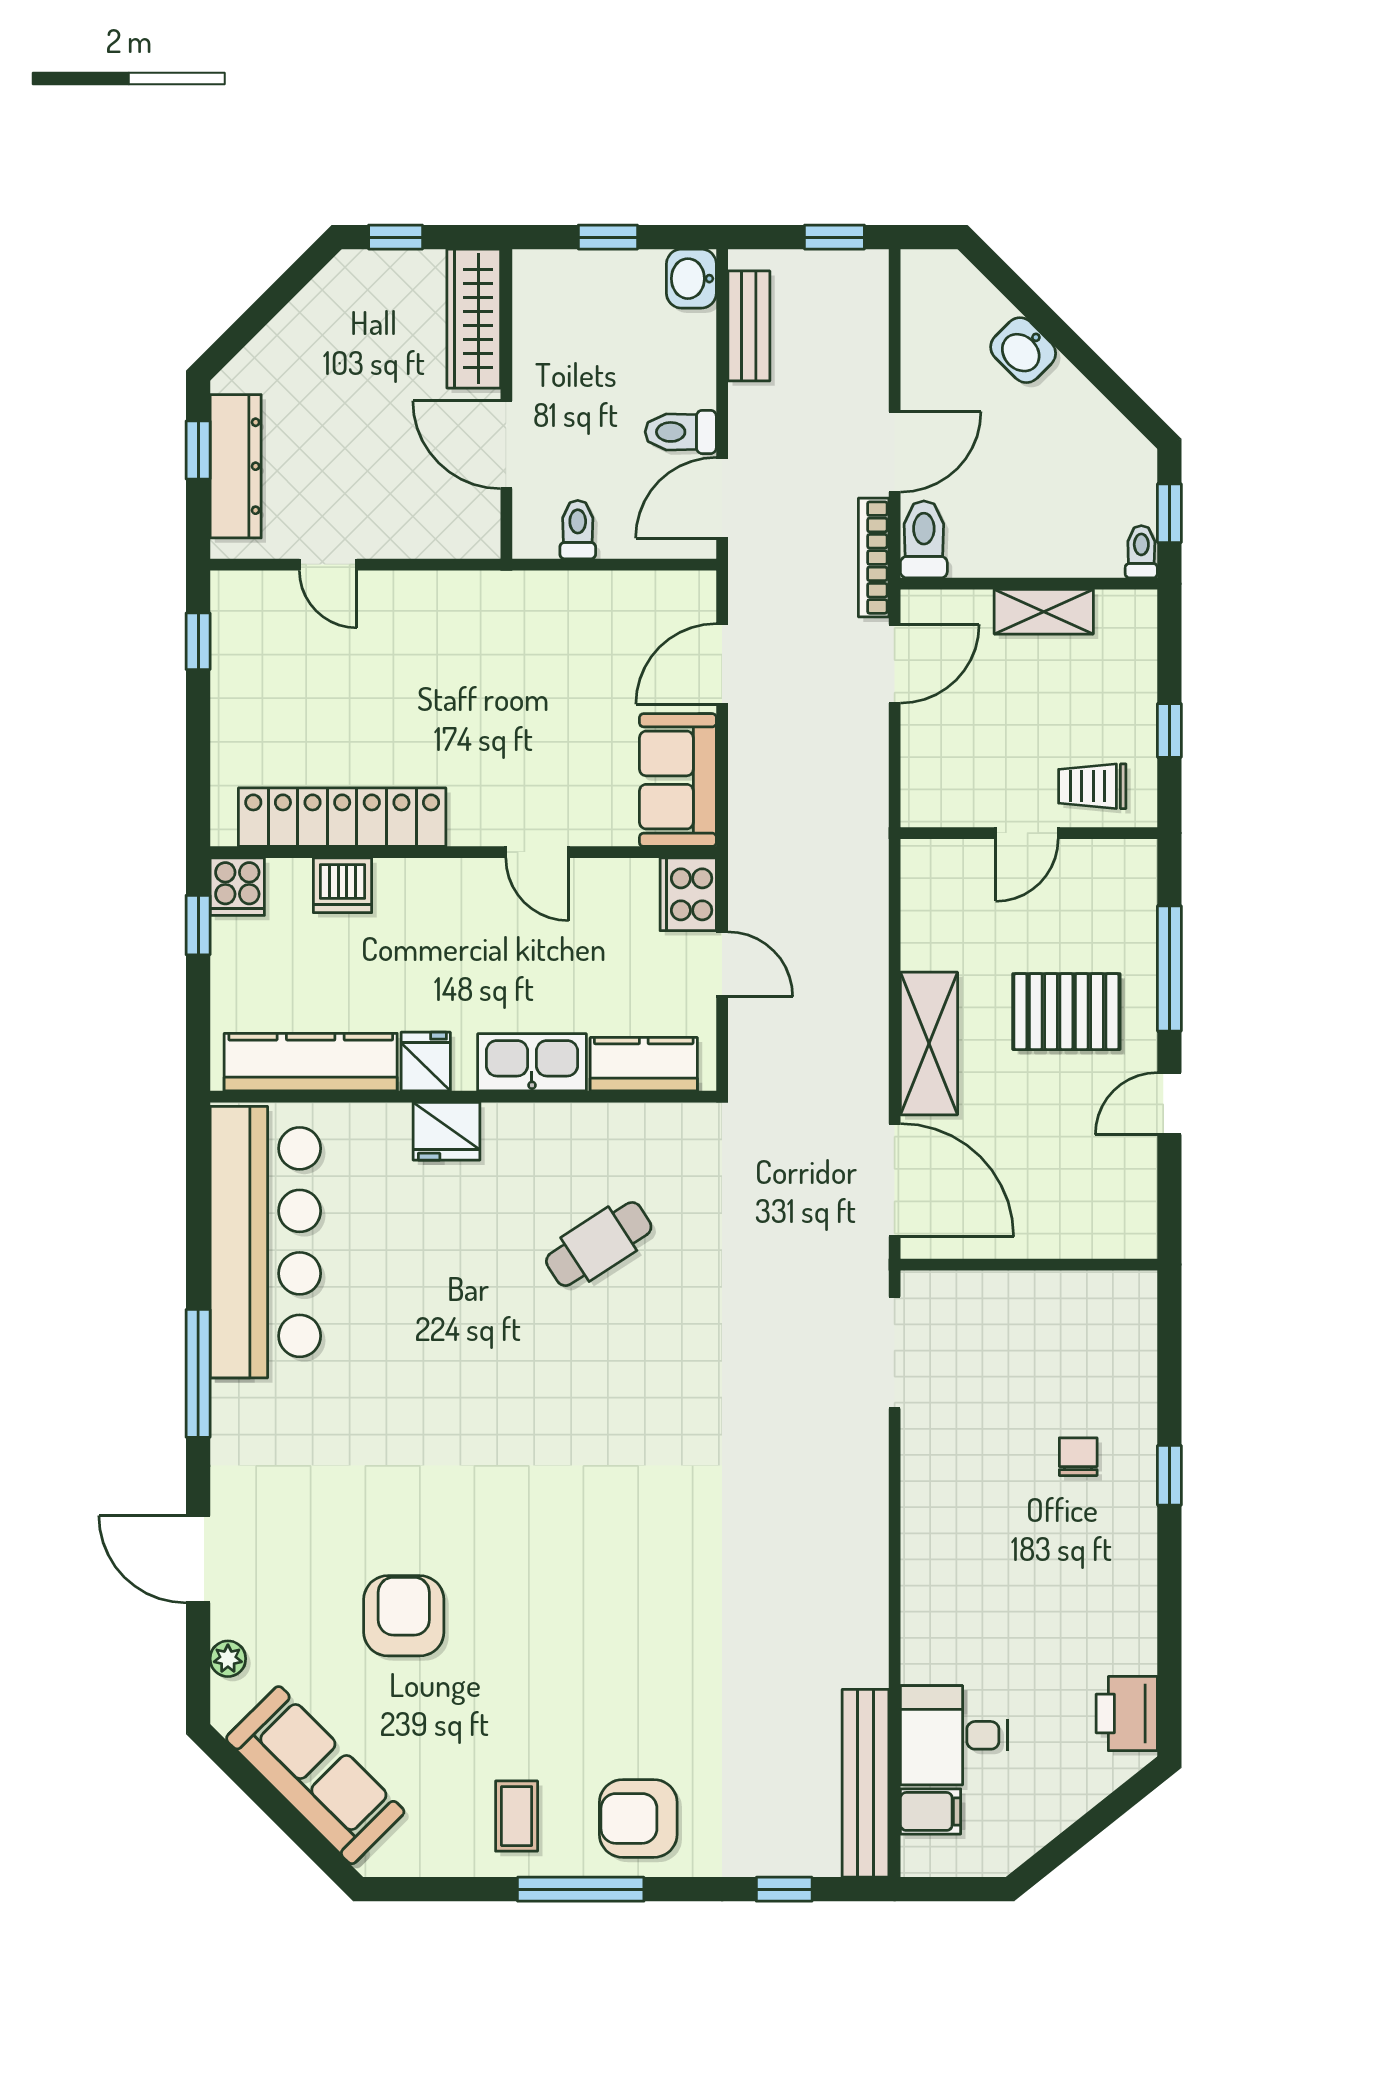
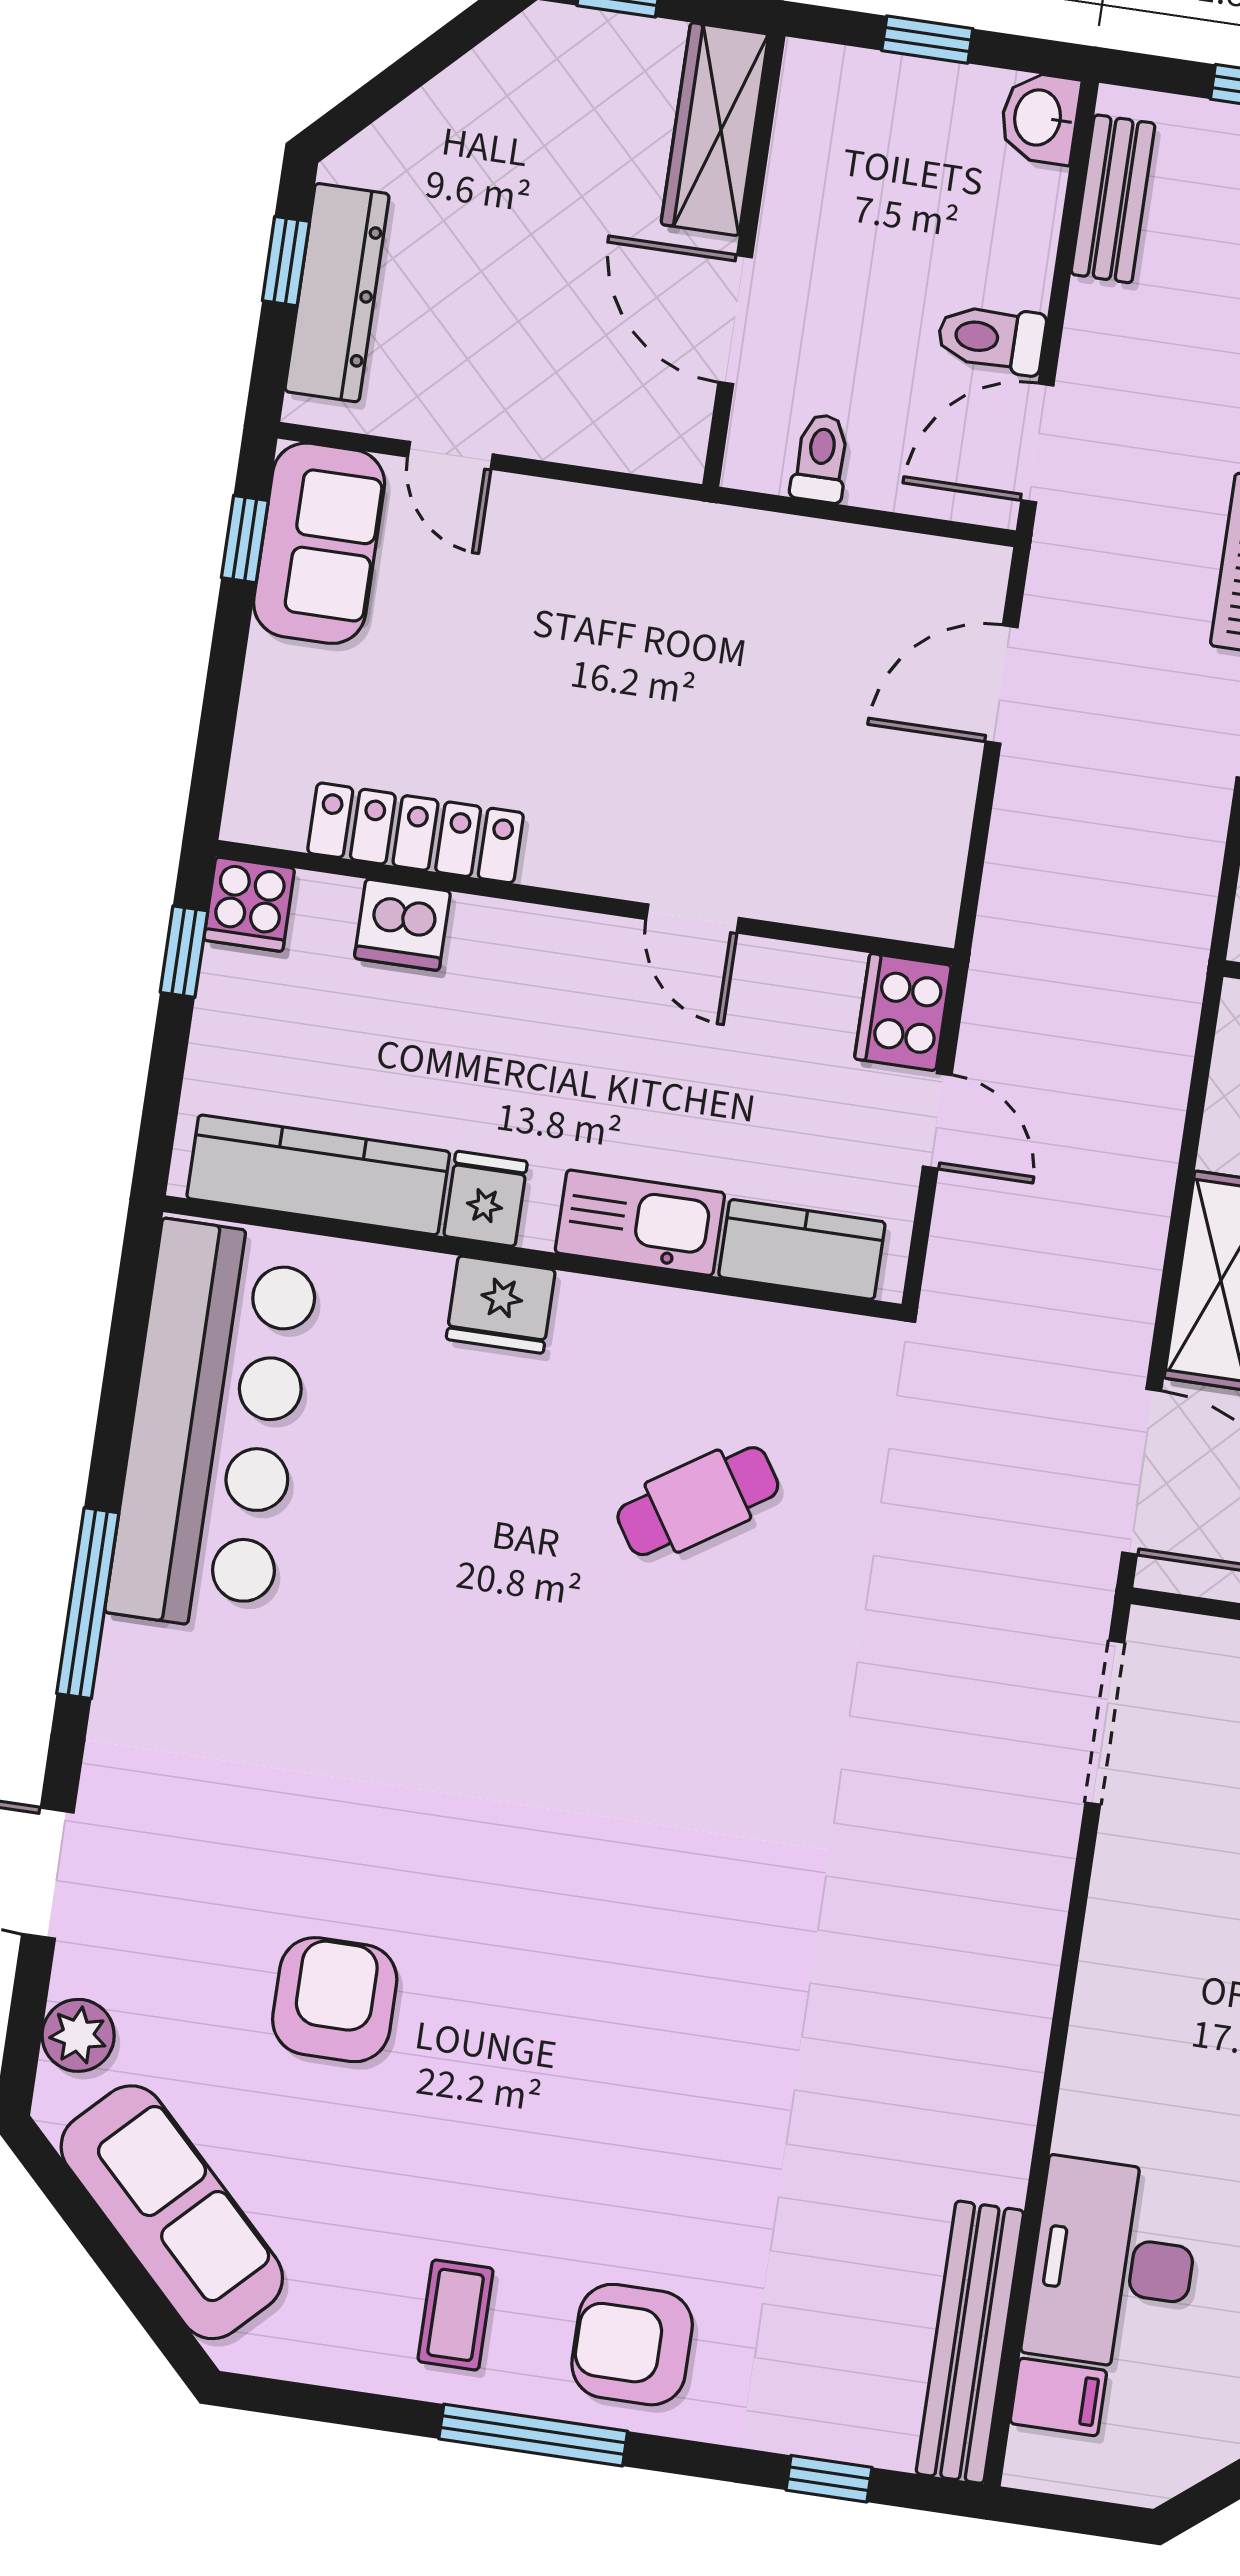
sofa: (678, 780) -> (319, 543), moved, turned 180
locker: (342, 817) -> (415, 833), width x0.71, depth x0.83
plant: (228, 1659) -> (78, 2035), width x1.38, depth x1.38
desk: (954, 1735) -> (1113, 2265), width x1.37

